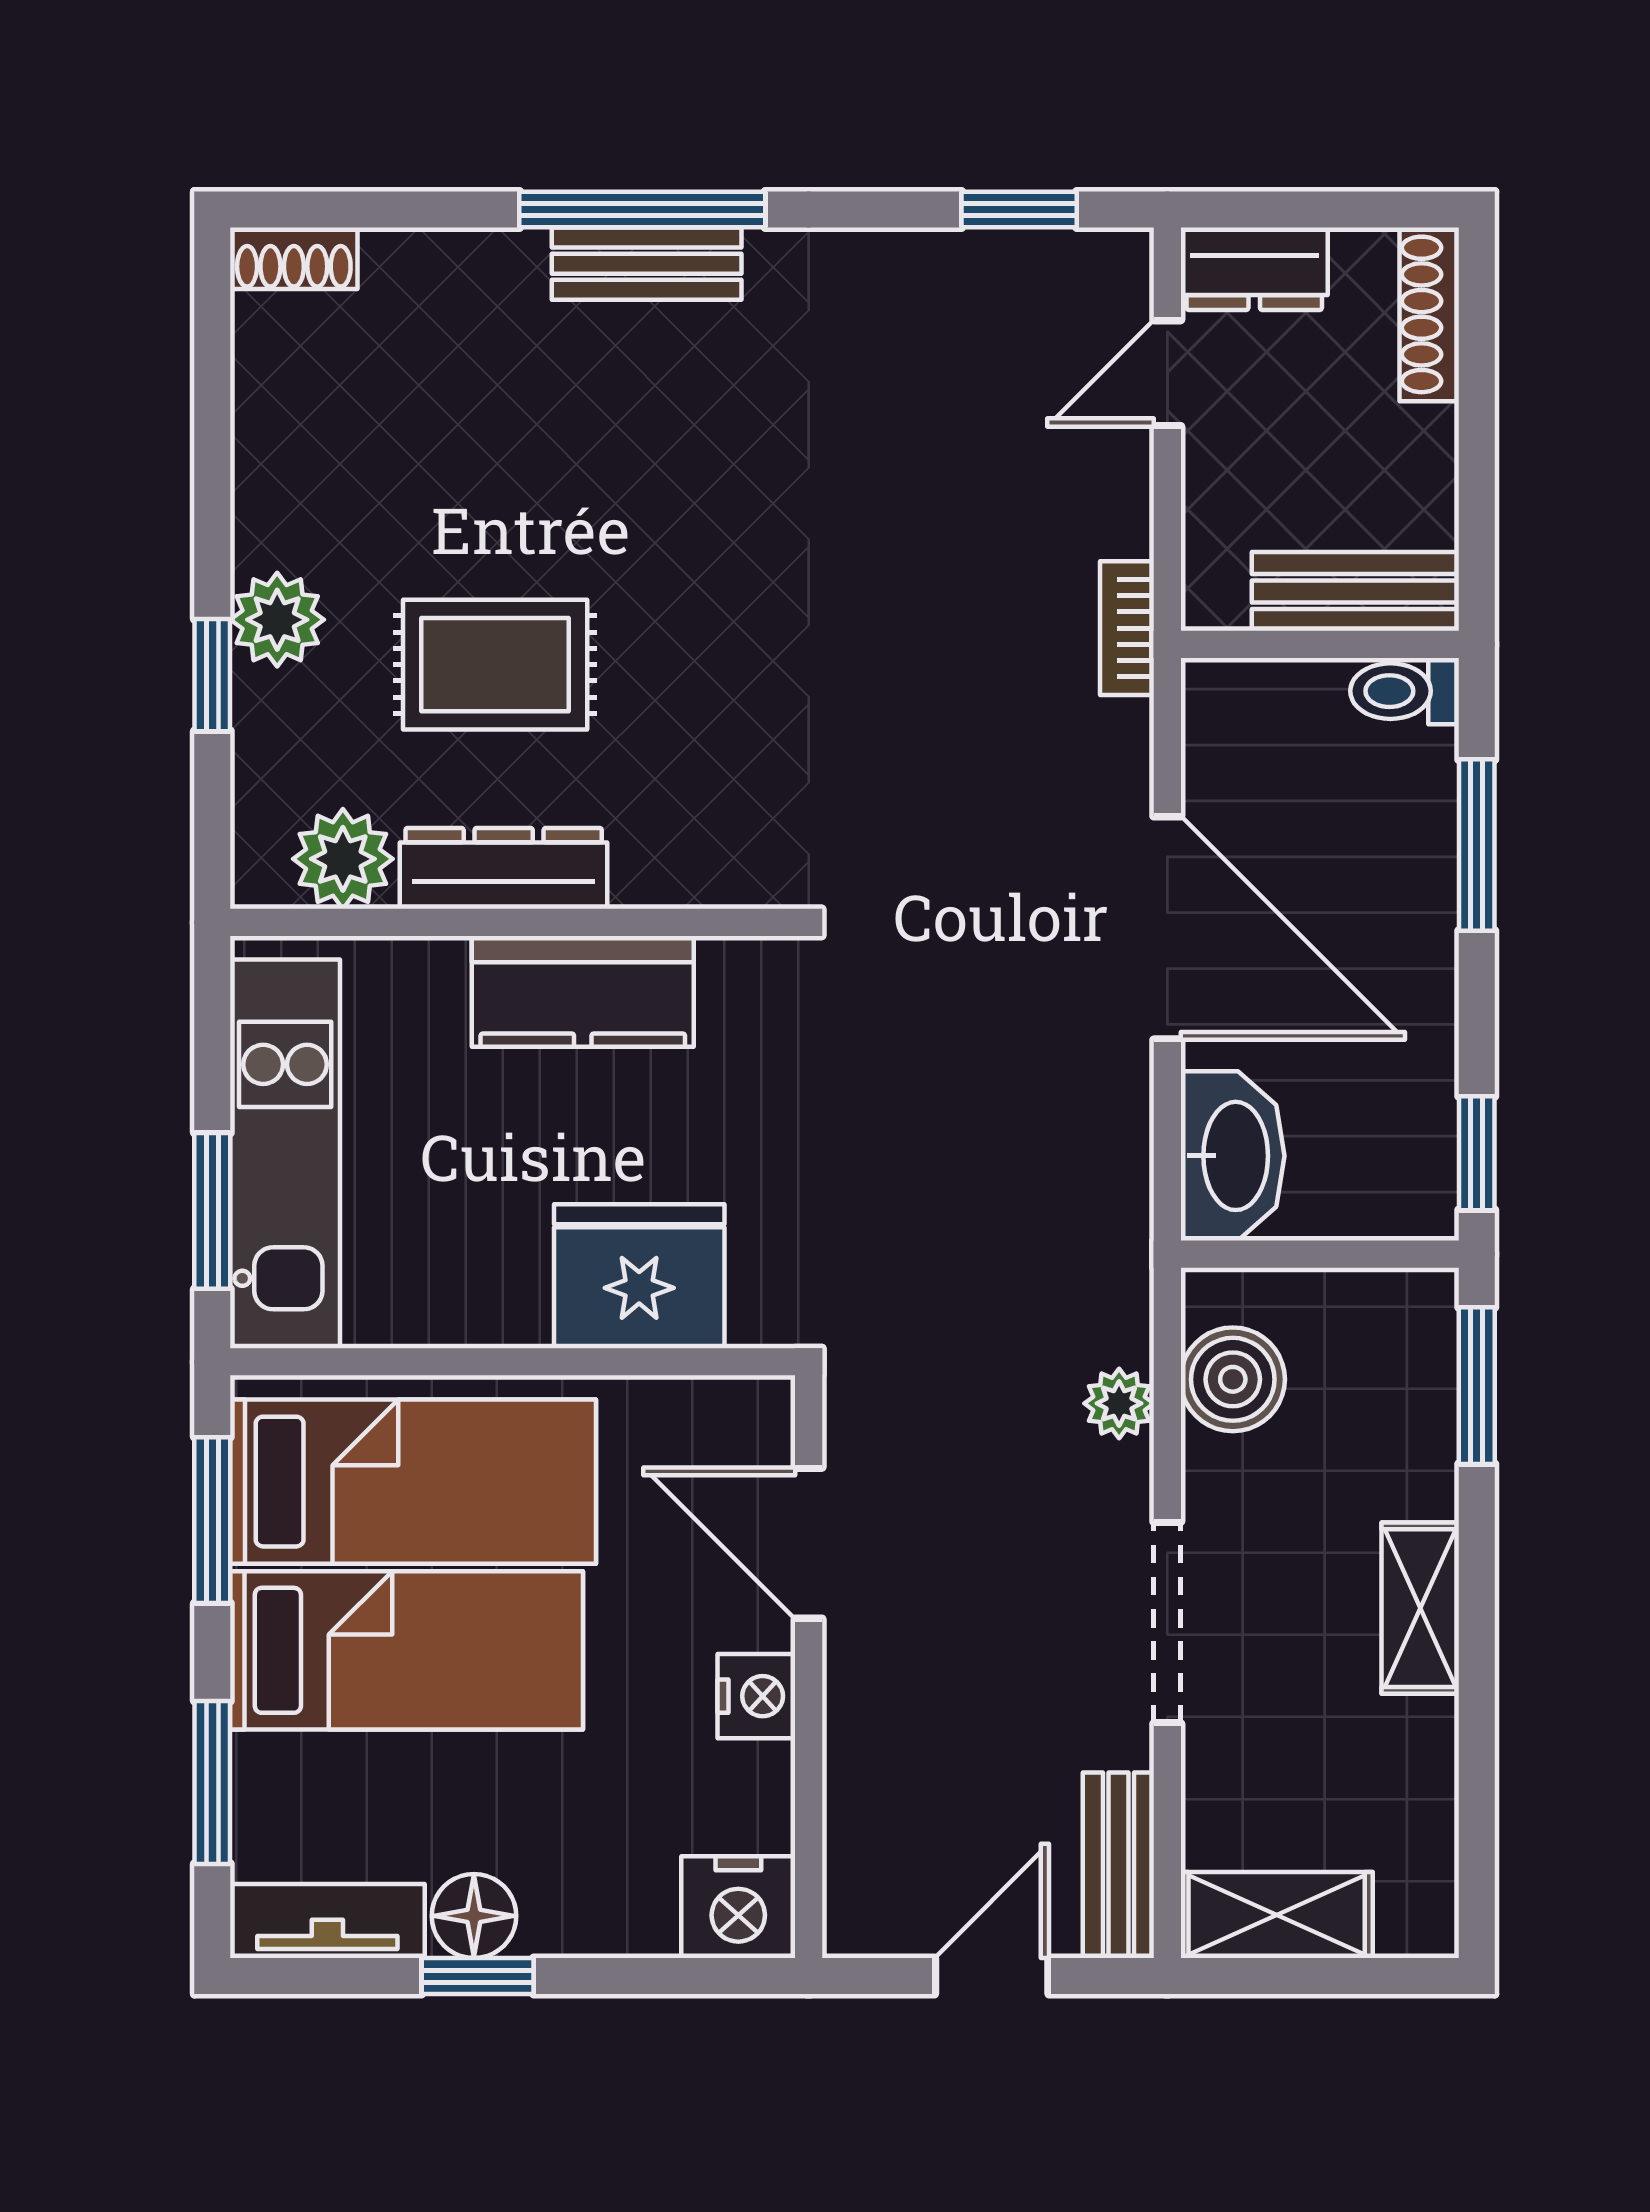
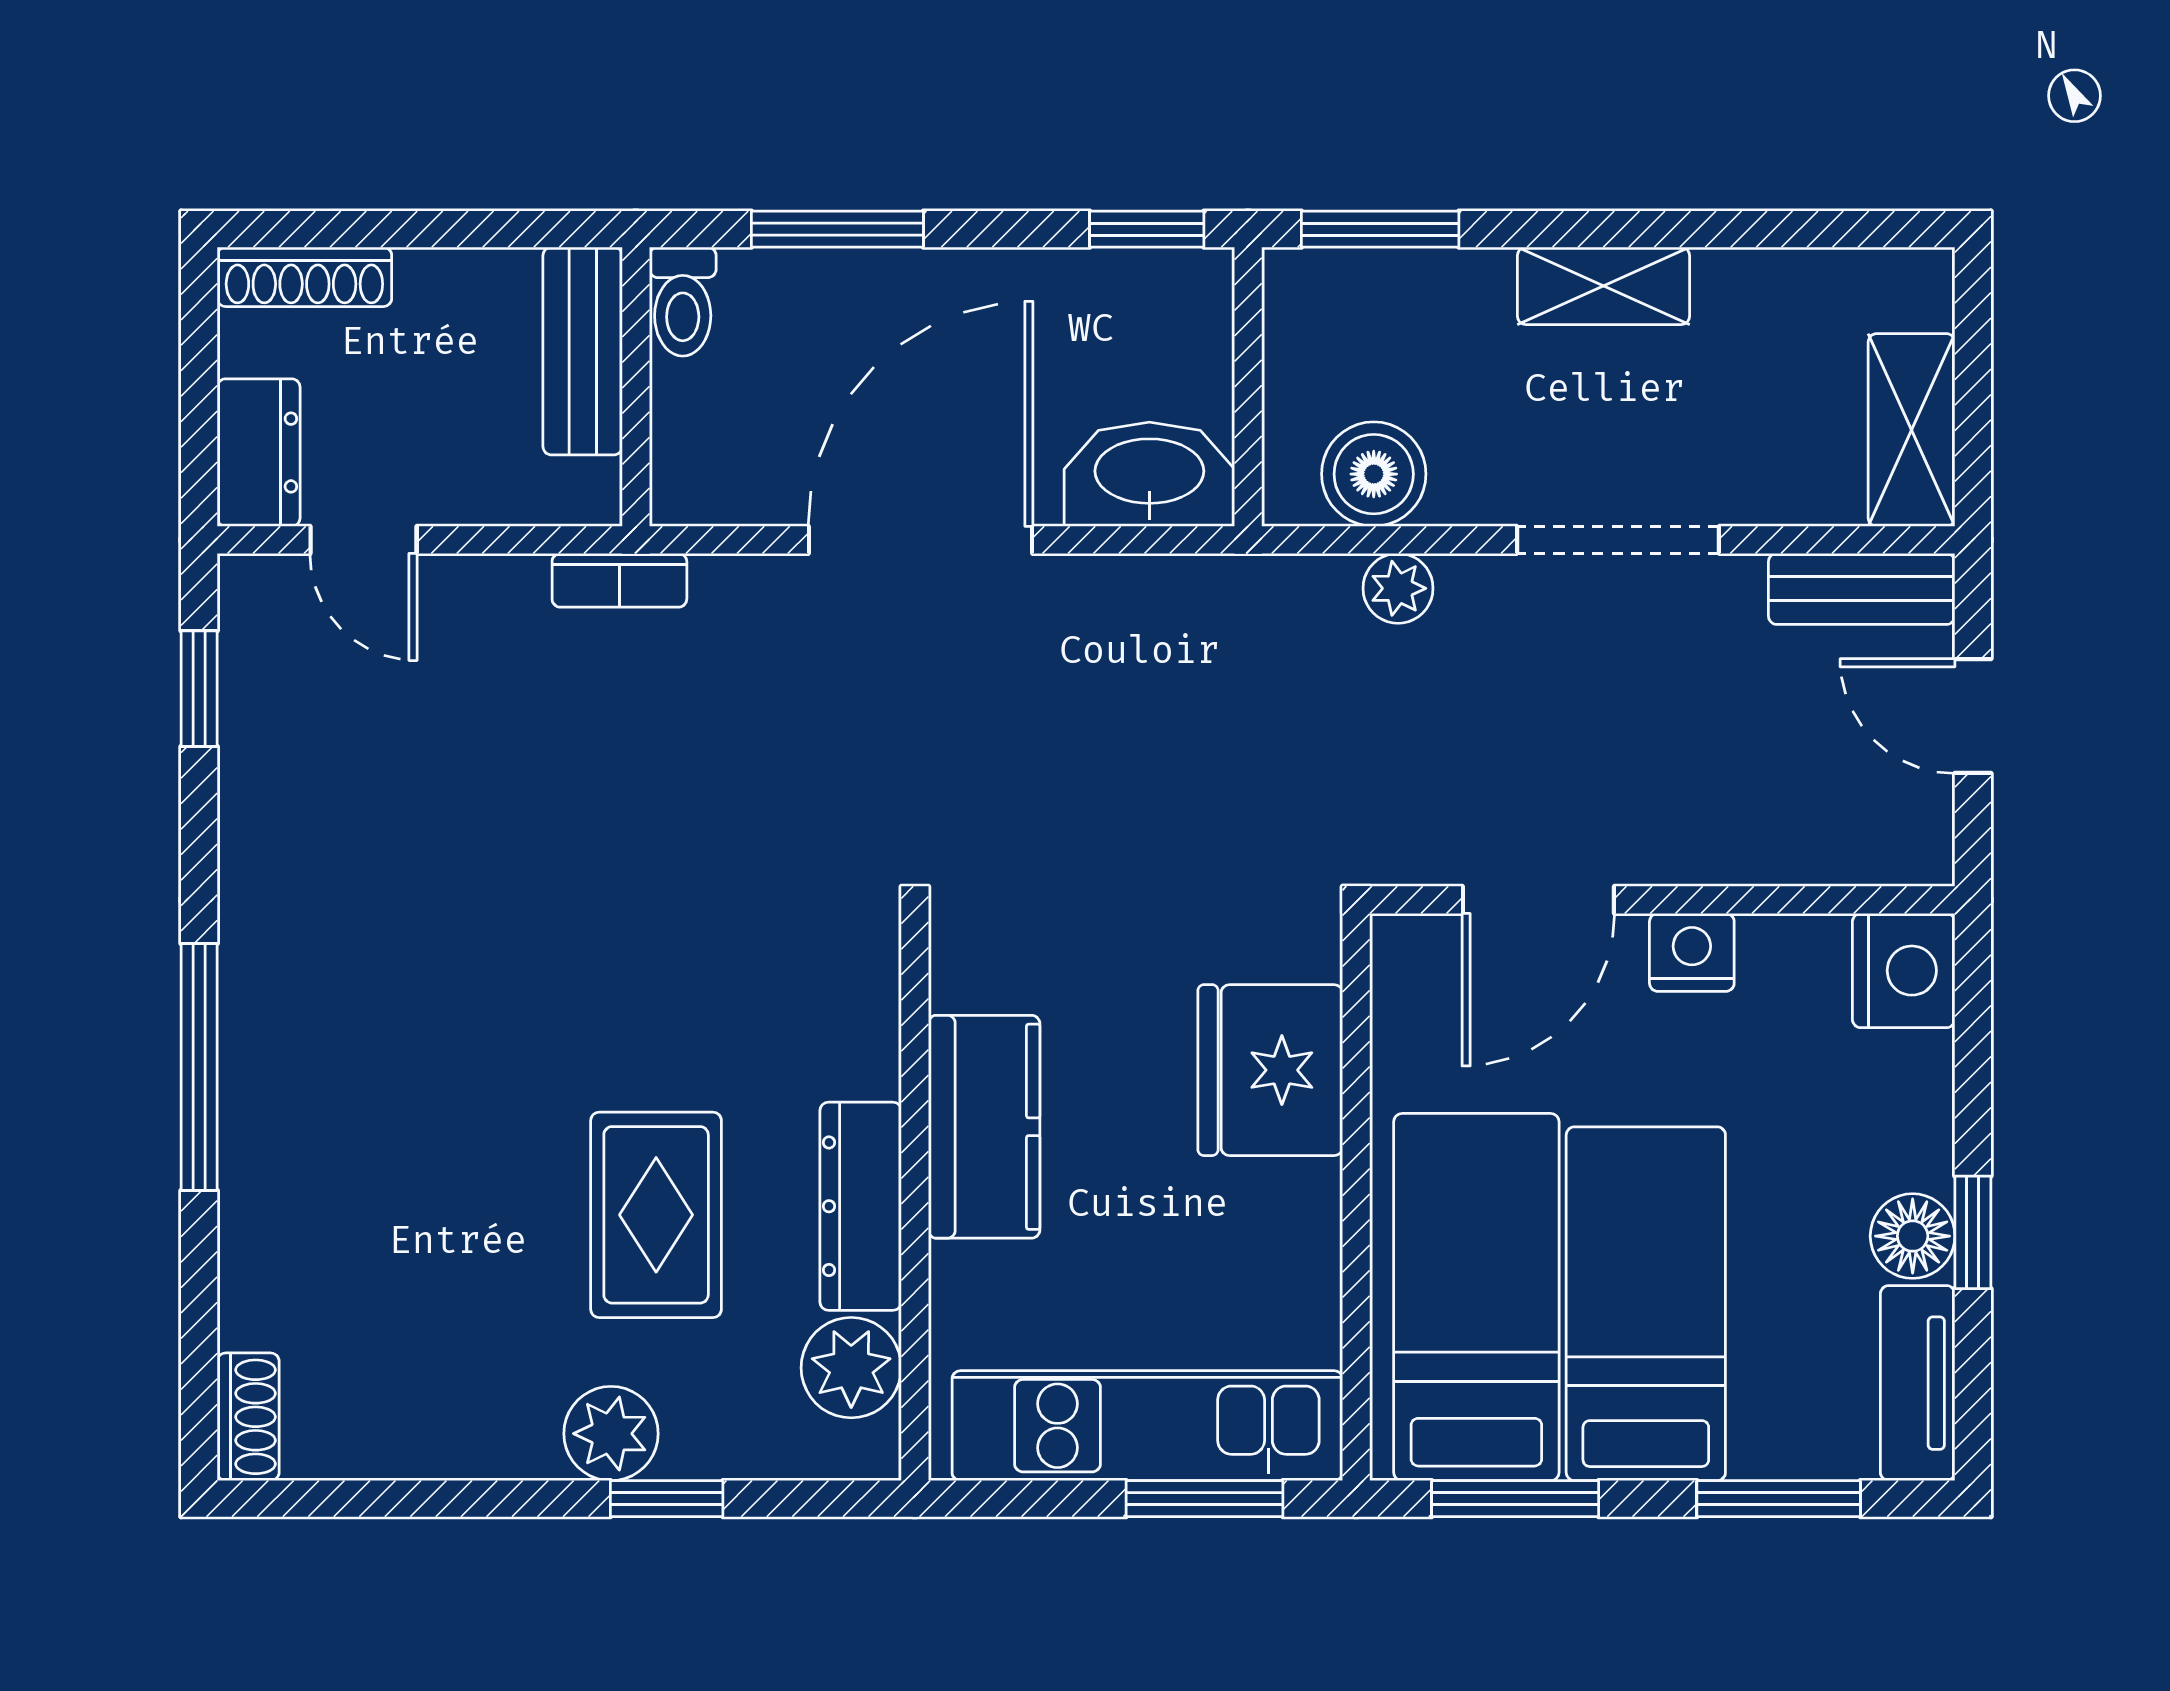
bench: (647, 264) -> (253, 1063), removed

